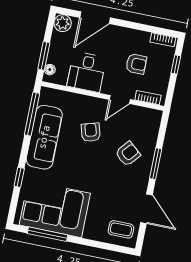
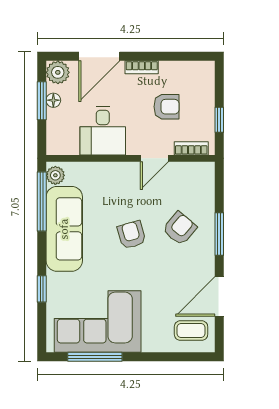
bookcase: (163, 40) -> (142, 67), moved
window: (44, 56) -> (42, 101), moved
window: (176, 64) -> (219, 120), moved
floor lamp: (50, 70) -> (53, 100), moved
plant: (46, 97) -> (55, 175), added
armchair: (91, 132) -> (132, 235), moved
door: (146, 209) -> (219, 296), swing flipped

